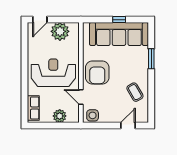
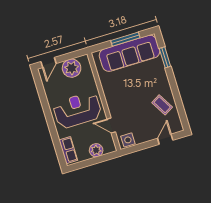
window: (119, 20) -> (125, 39), width x2.17
window: (151, 59) -> (165, 57), moved
armchair: (97, 73) -> (120, 97), removed

